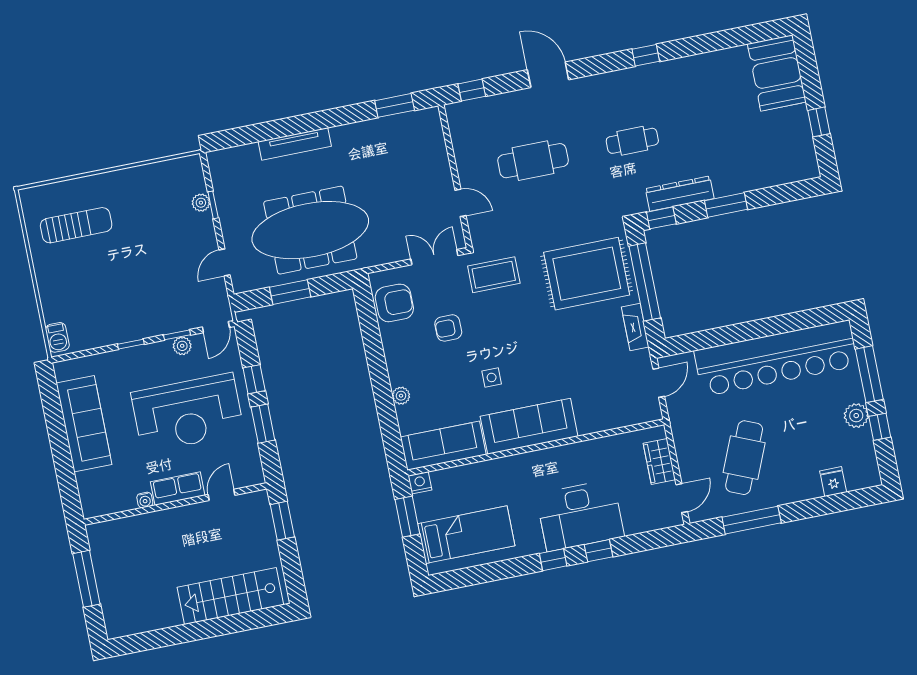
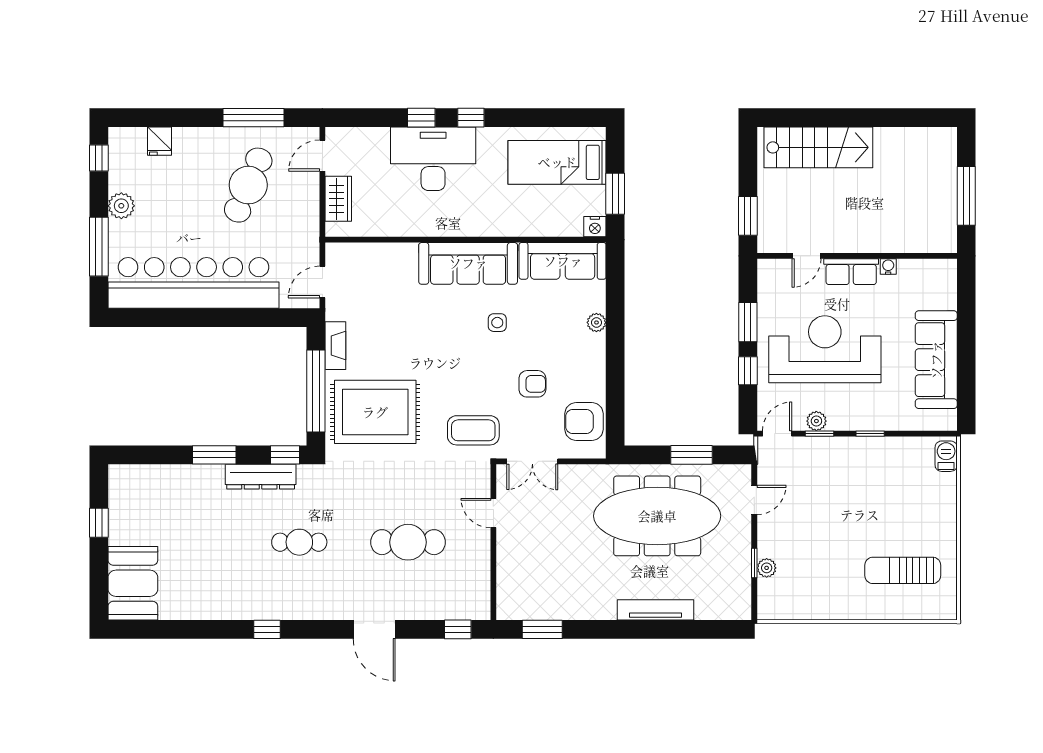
window: (880, 427) -> (99, 158), moved

